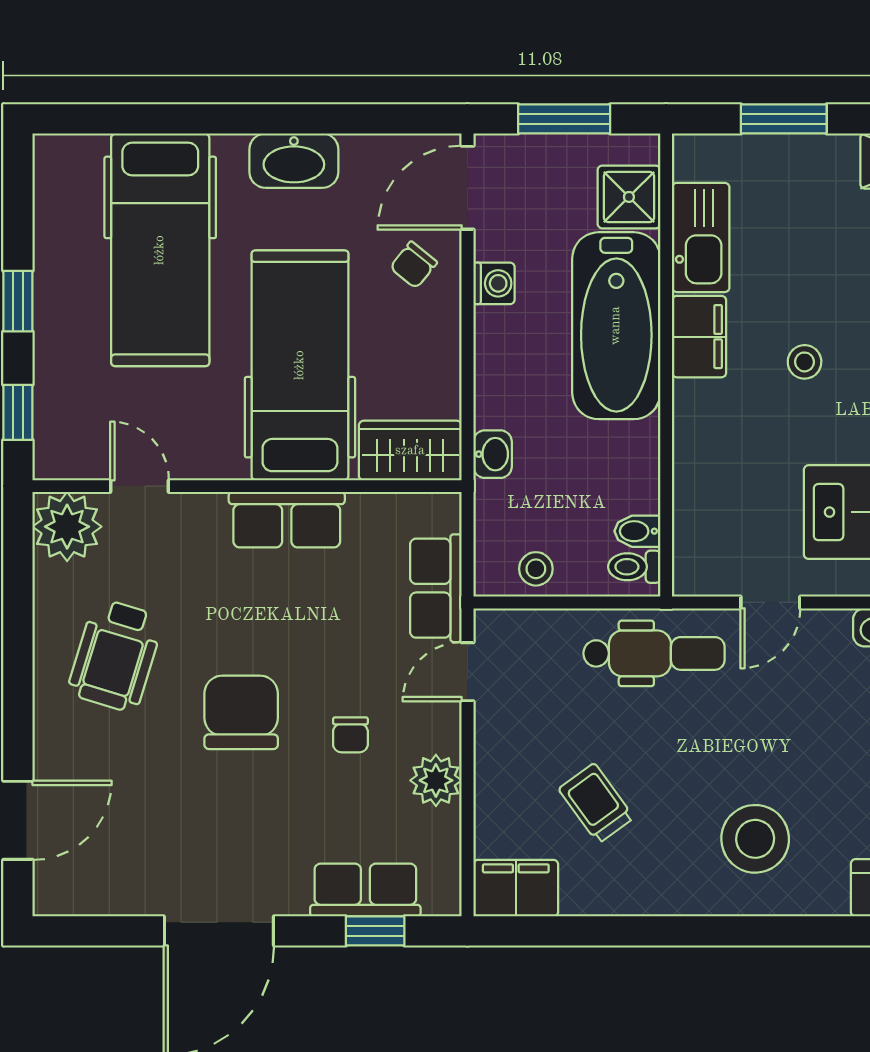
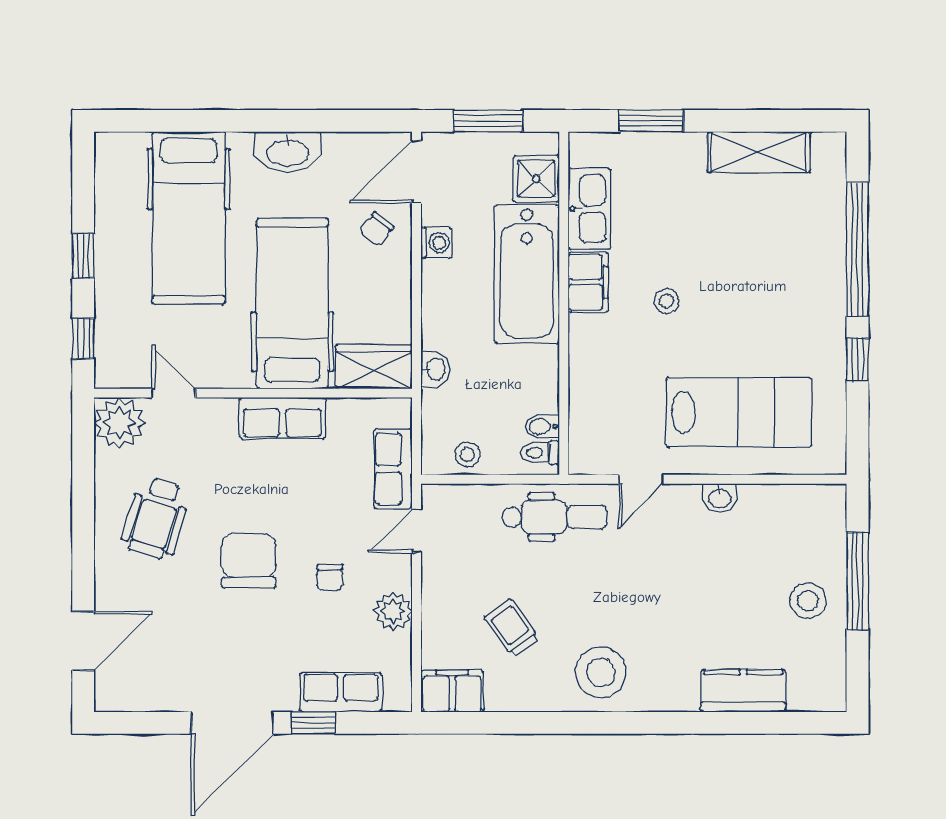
stool: (755, 839) -> (601, 672), moved
window: (375, 931) -> (313, 723), moved

